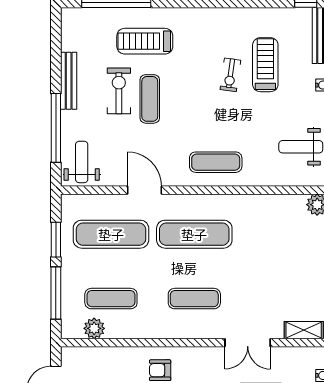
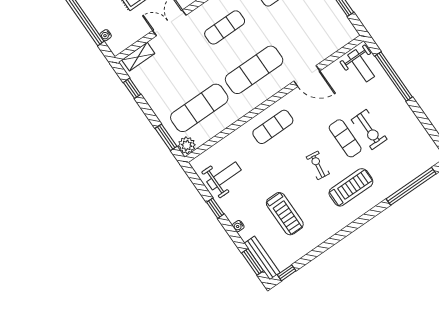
treadmill: (145, 41) -> (351, 187), moved
exercise bike: (230, 75) -> (318, 165), moved
bench: (69, 81) -> (407, 113), removed
exercise mat: (111, 234) -> (199, 108), moved

